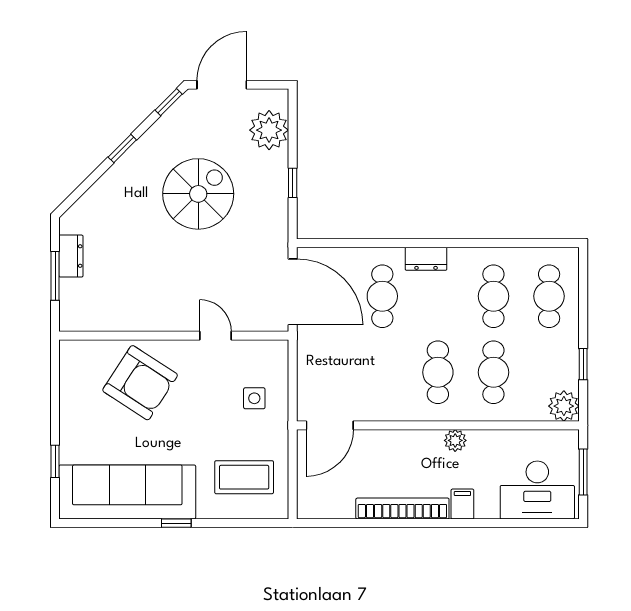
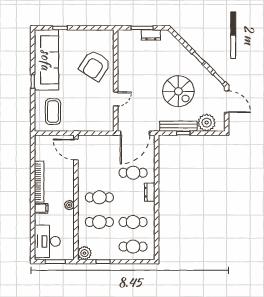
bench: (277, 194) -> (178, 126), added
side table: (254, 398) -> (88, 116), removed

